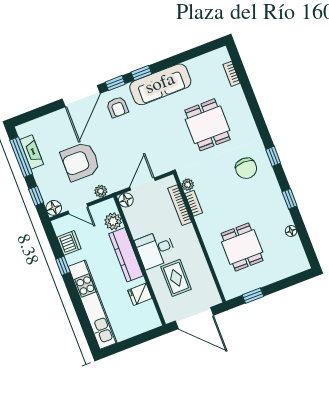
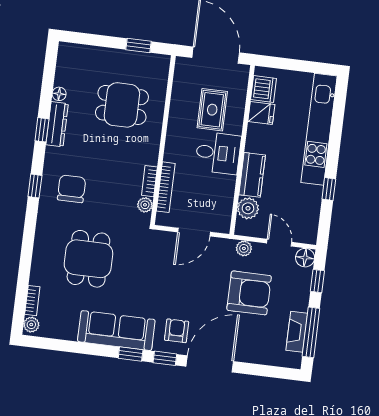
plant: (223, 56) -> (31, 325), added
floor lamp: (126, 200) -> (222, 224), removed
dresser: (281, 209) -> (57, 124), added
dishwasher: (69, 243) -> (264, 89), moved, turned 180
dining table: (242, 247) -> (122, 105), turned 90
kitchen counter: (126, 255) -> (252, 175), width x0.67

